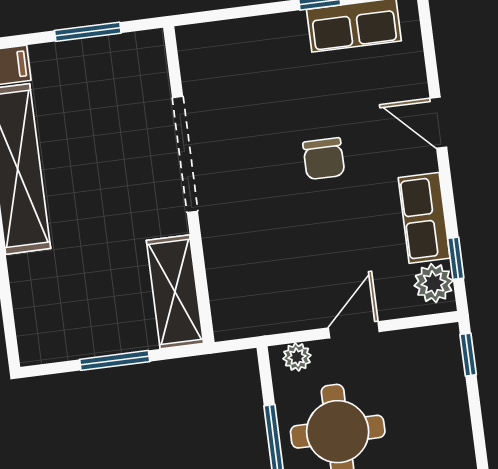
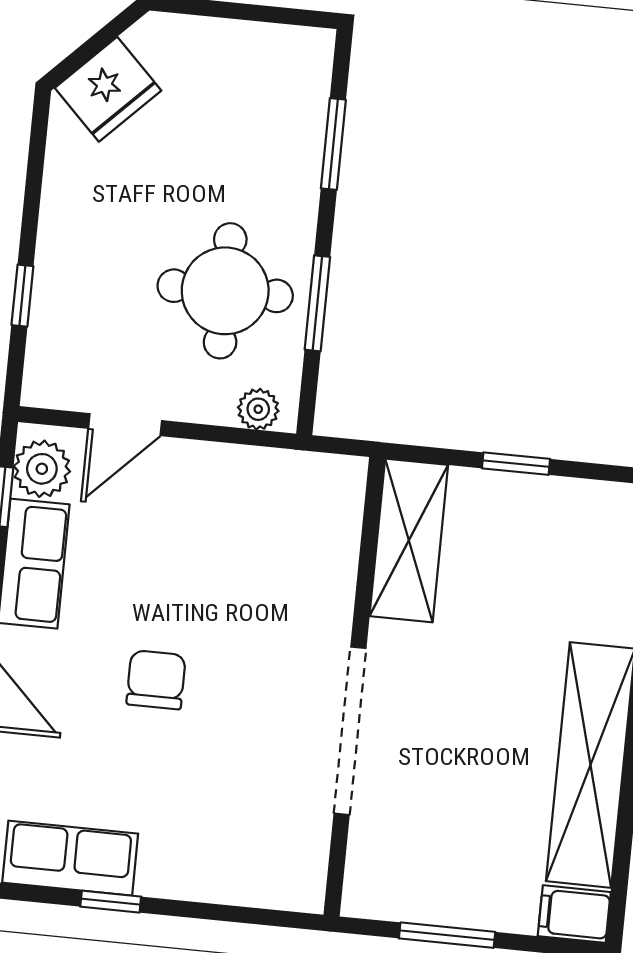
door: (354, 330) -> (125, 425), moved
window: (468, 355) -> (22, 296), moved
window: (115, 360) -> (516, 464), width x0.67

